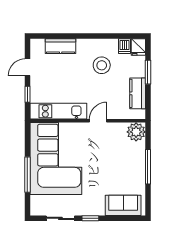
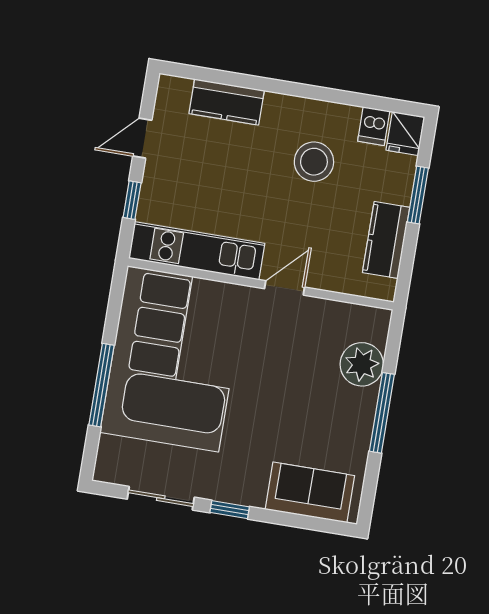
plant: (136, 132) -> (362, 364), moved

